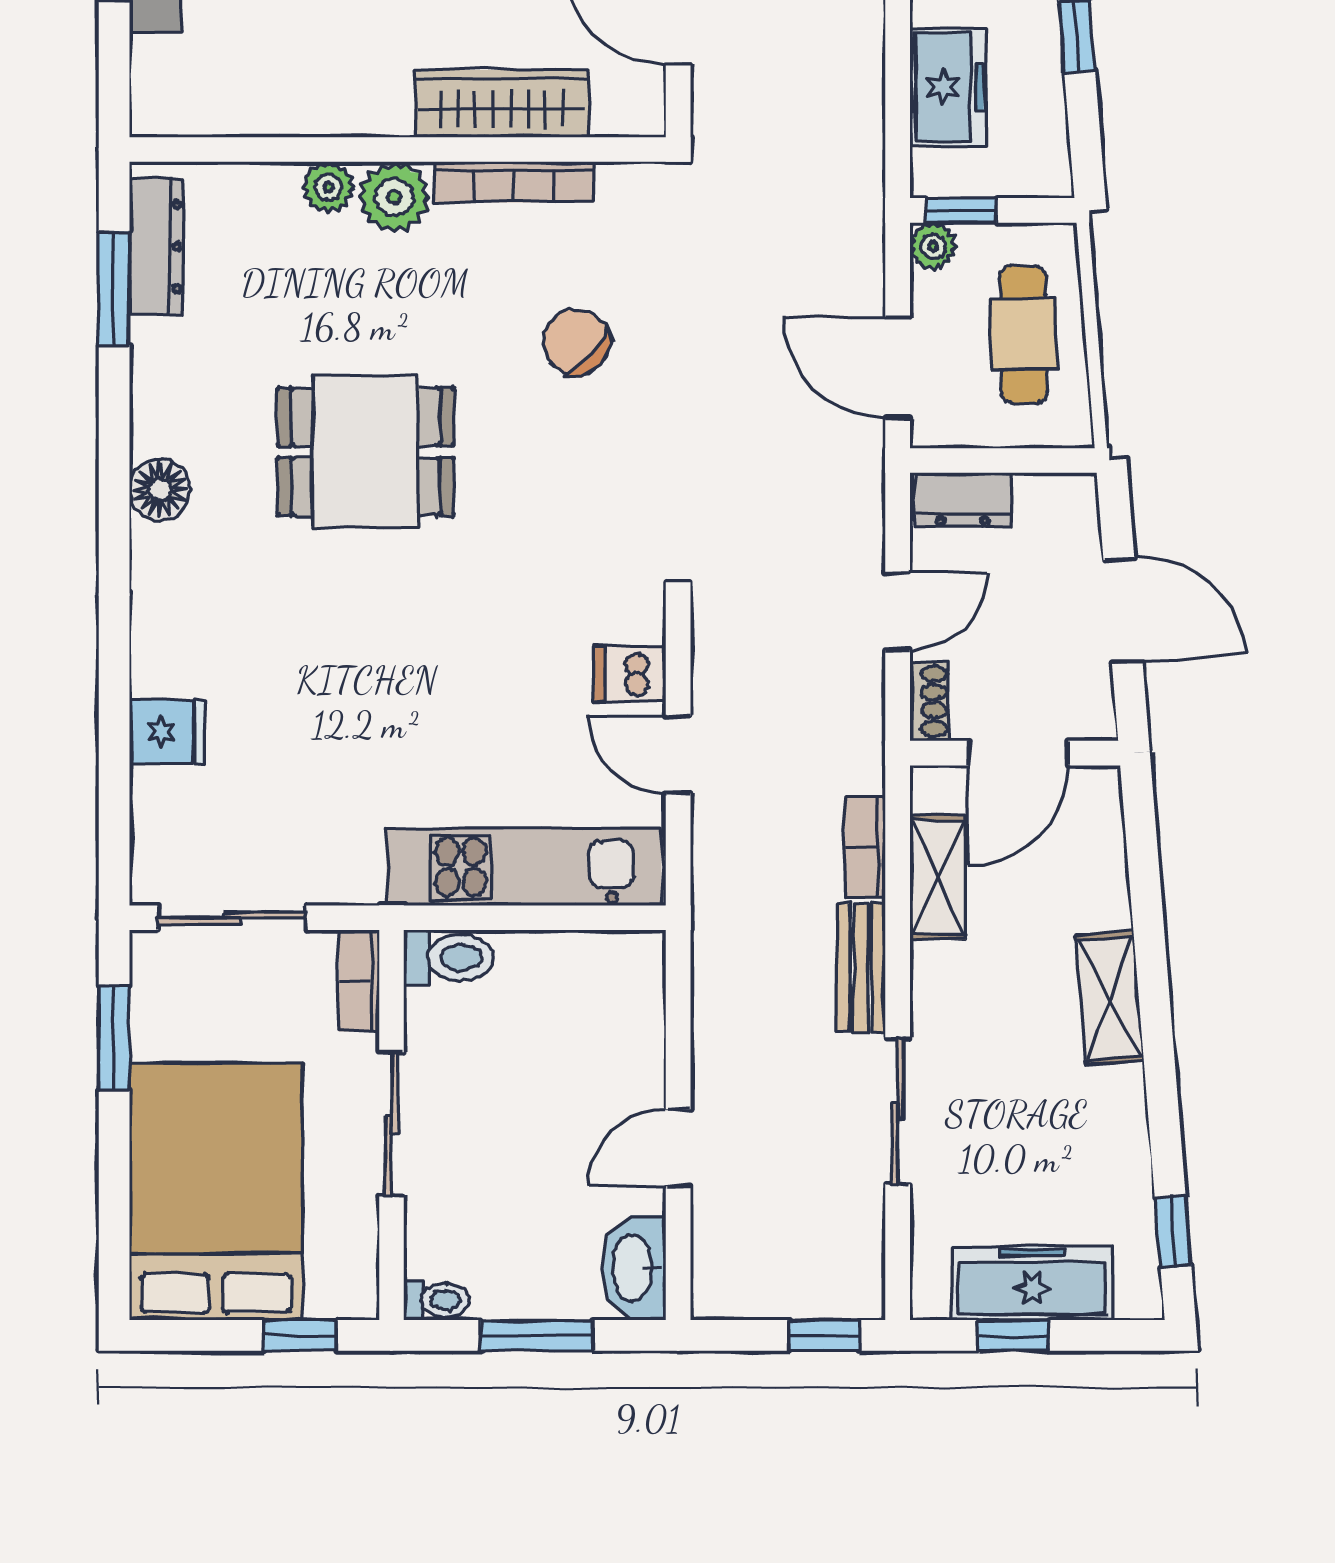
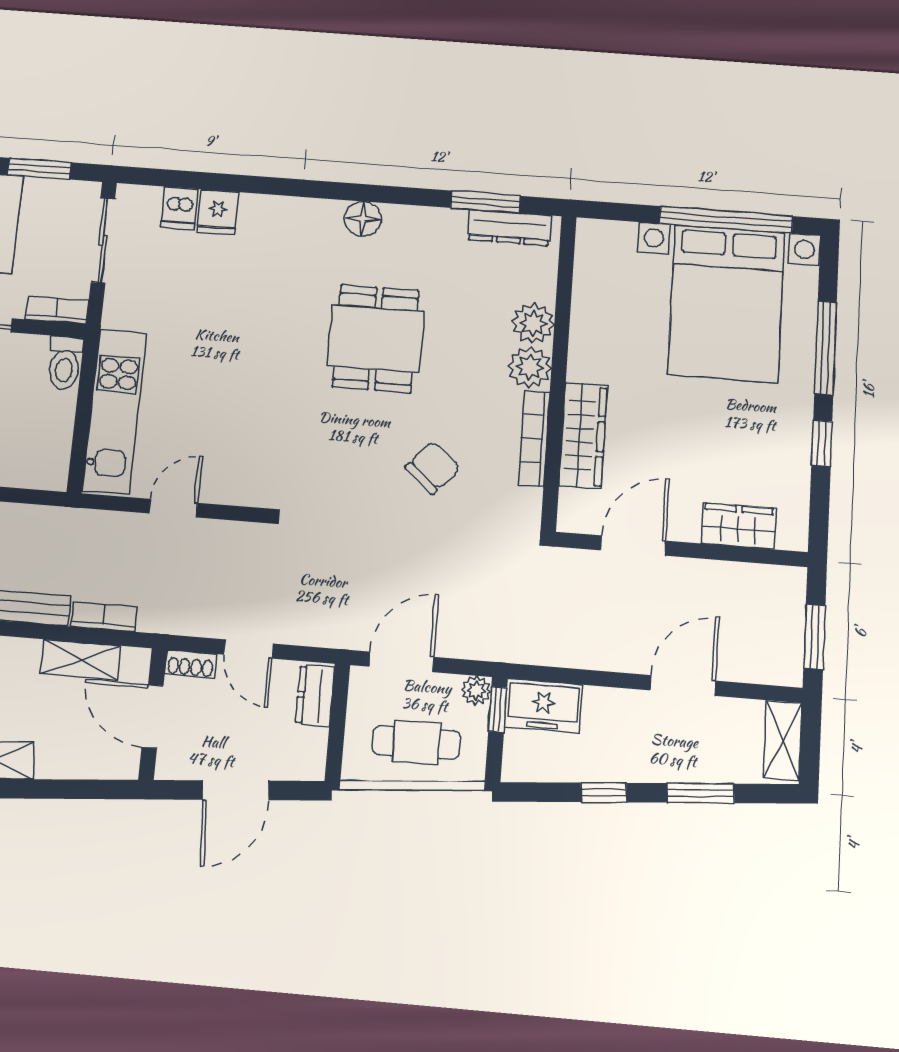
freezer: (948, 87) -> (543, 706), moved
plant: (328, 187) -> (533, 323), width x1.38, depth x1.38
dishwasher: (630, 674) -> (179, 208), moved, turned 180

